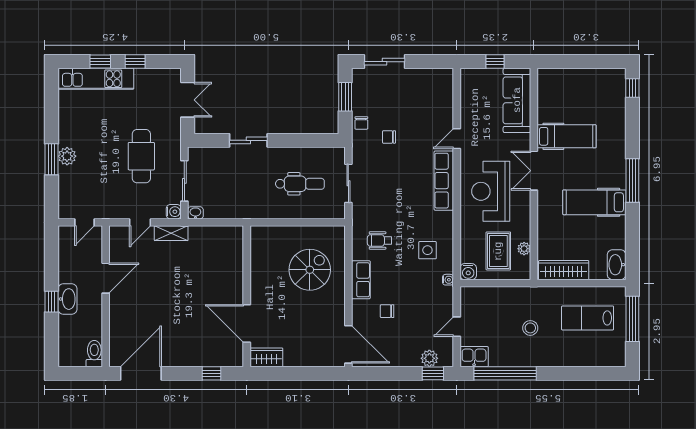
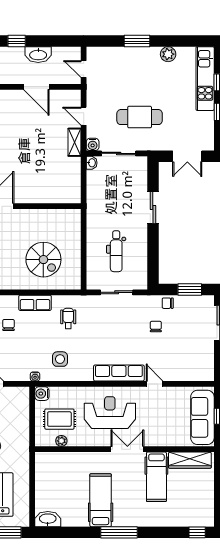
sofa: (517, 100) -> (202, 417), moved, turned -90
plant: (67, 156) -> (168, 54), moved
wardrobe: (564, 270) -> (190, 460), moved, turned 90
washbasin: (67, 299) -> (38, 55), moved

